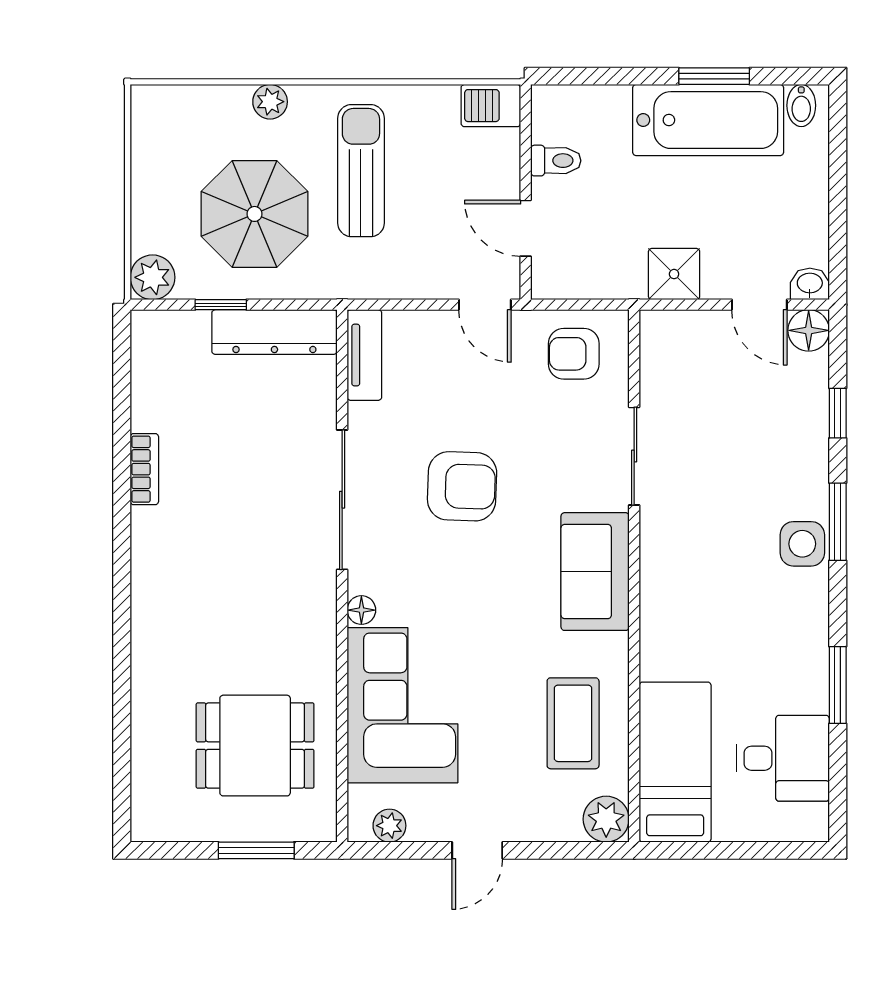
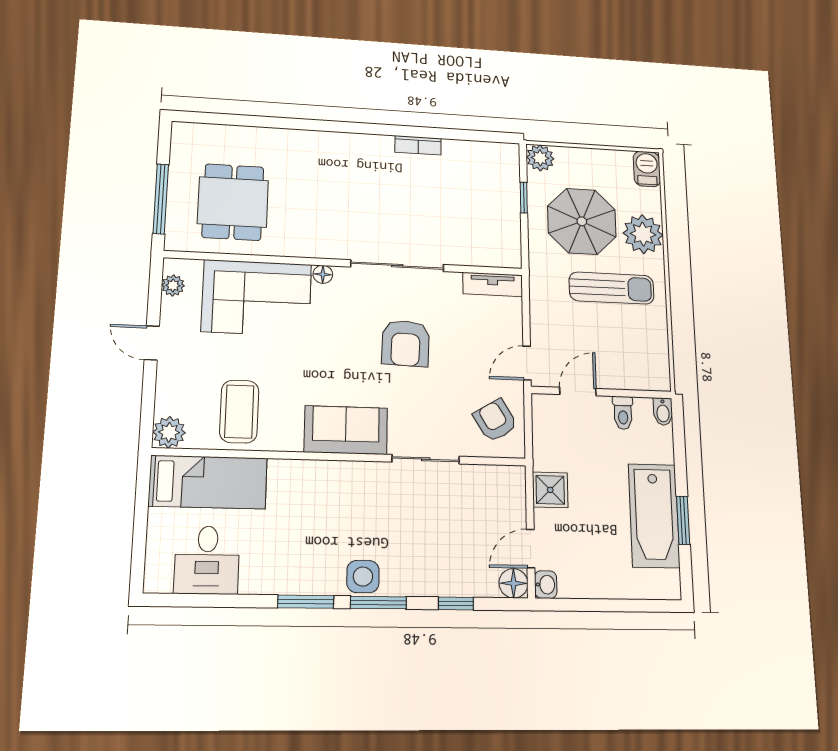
plant: (270, 102) -> (643, 234), width x1.88, depth x1.88
bidet: (801, 105) -> (663, 412), moved, turned -90
barbecue: (491, 106) -> (647, 169), moved
dresser: (274, 332) -> (507, 229), removed
armchair: (574, 354) -> (495, 420), turned -31
window: (838, 685) -> (306, 602), moved
coffee table: (573, 723) -> (239, 412), turned 90
window: (256, 850) -> (161, 199), width x1.44

